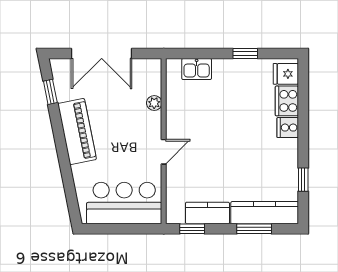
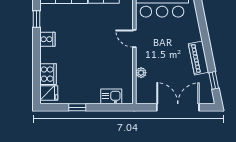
cooker: (288, 128) -> (47, 39), moved
piano: (77, 132) -> (199, 58), width x0.73, depth x0.75
door: (164, 152) -> (134, 39), hinge flipped

